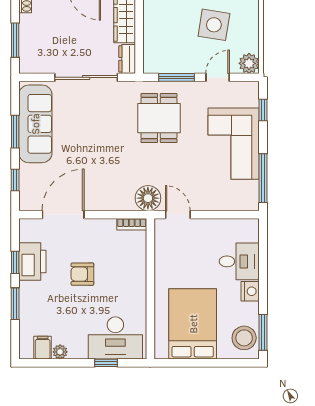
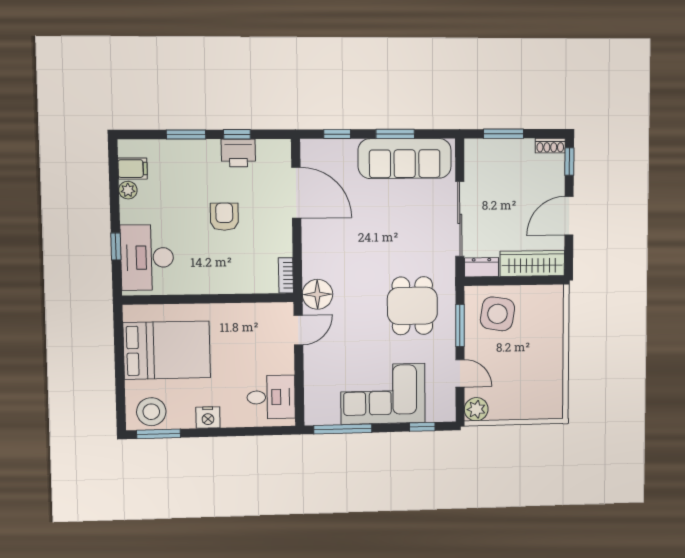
side table: (214, 25) -> (497, 314), moved
dining table: (159, 118) -> (412, 306), turned 90
desk: (239, 261) -> (271, 397), moved, turned -90
printer: (32, 262) -> (238, 153), width x0.73, depth x0.84

